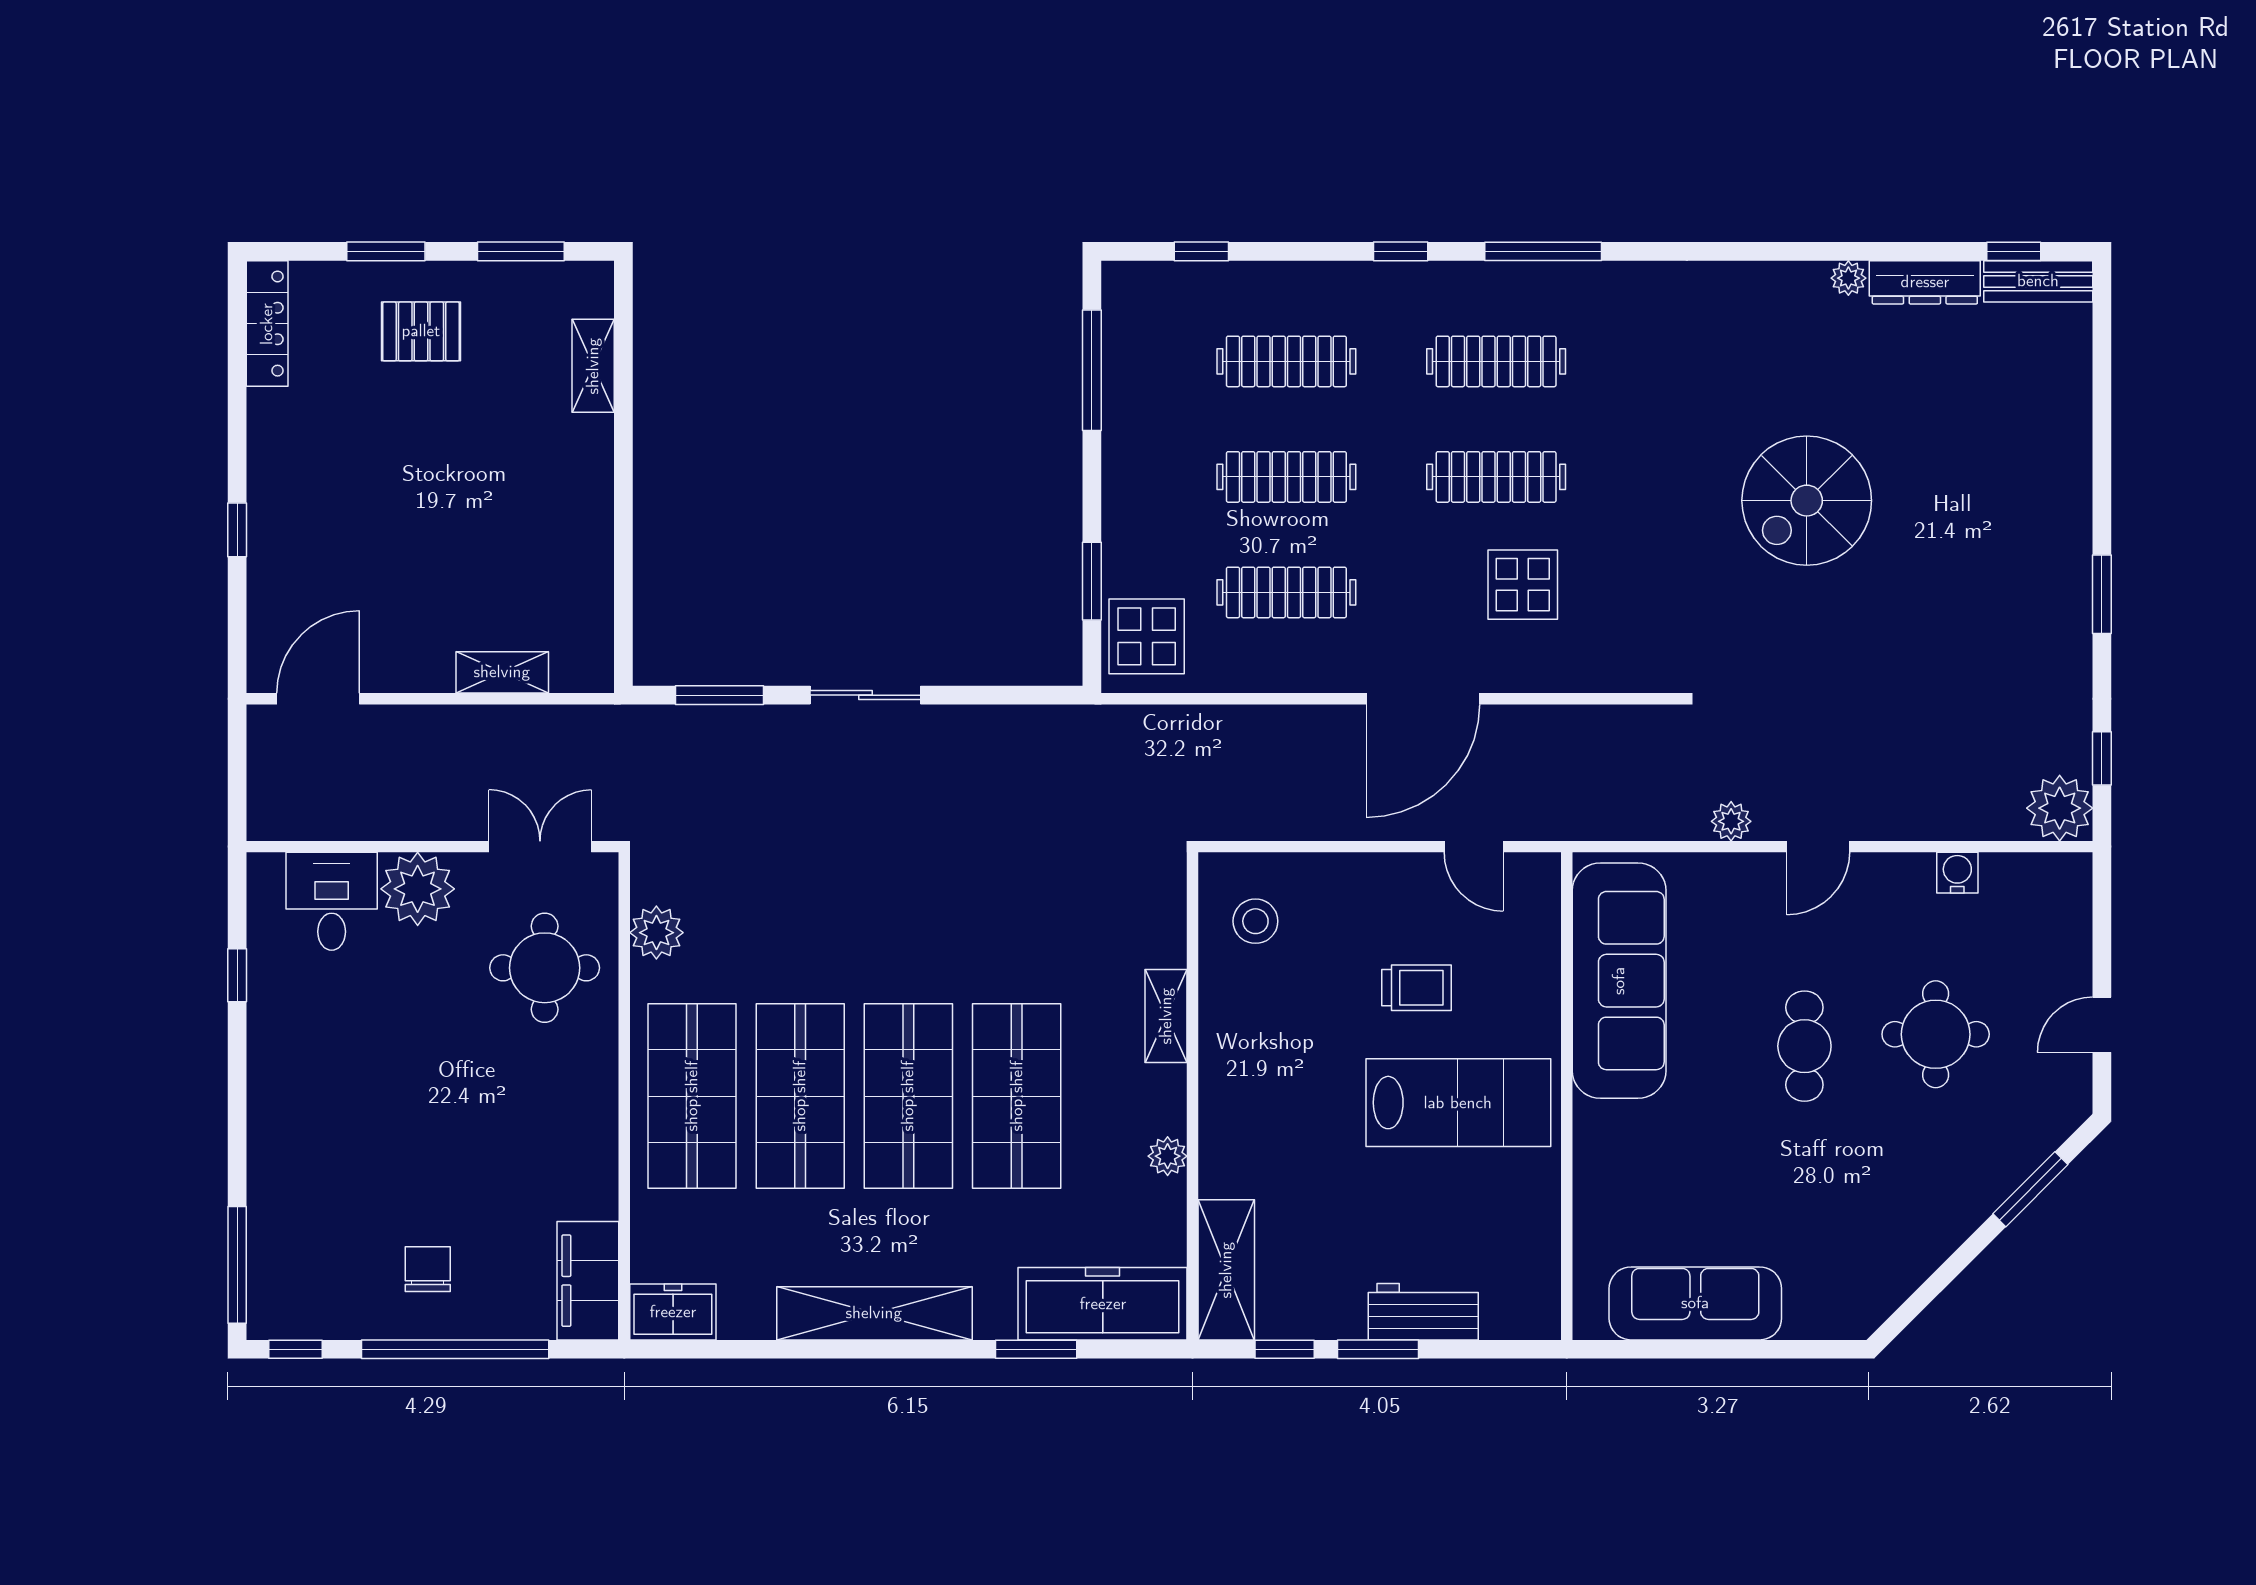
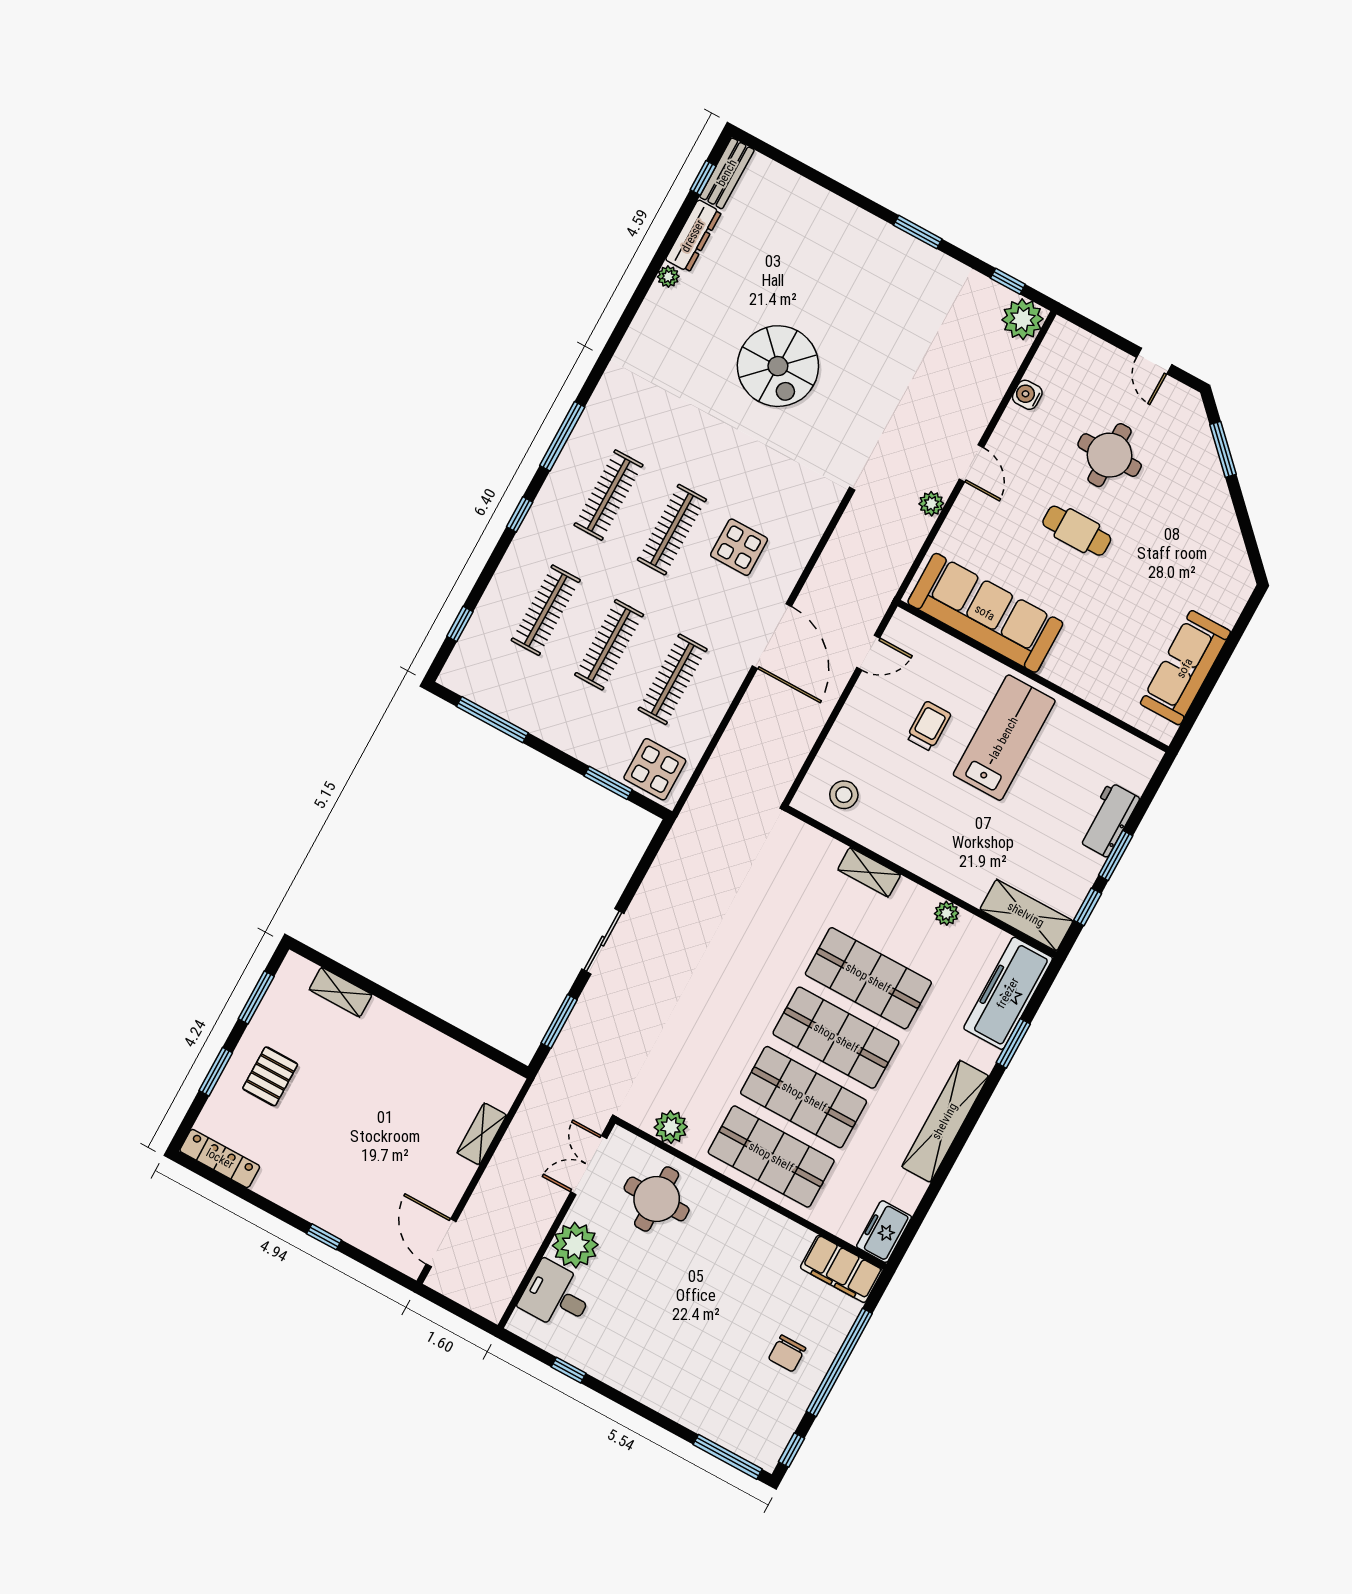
chair: (428, 1269) -> (787, 1353), turned -90

